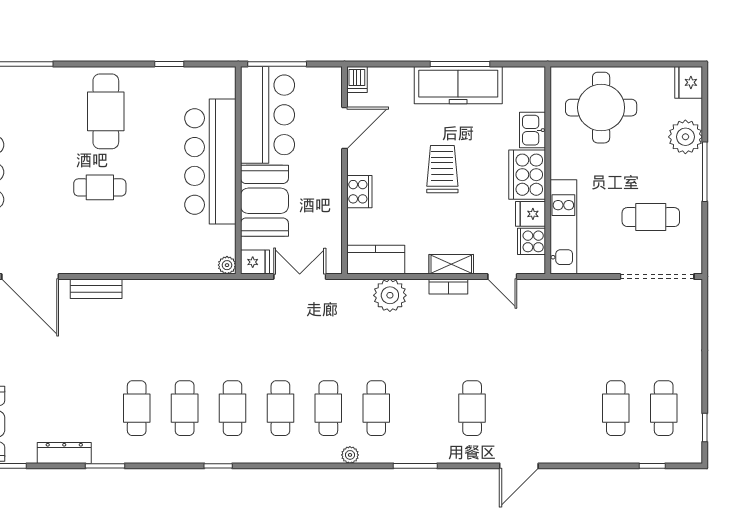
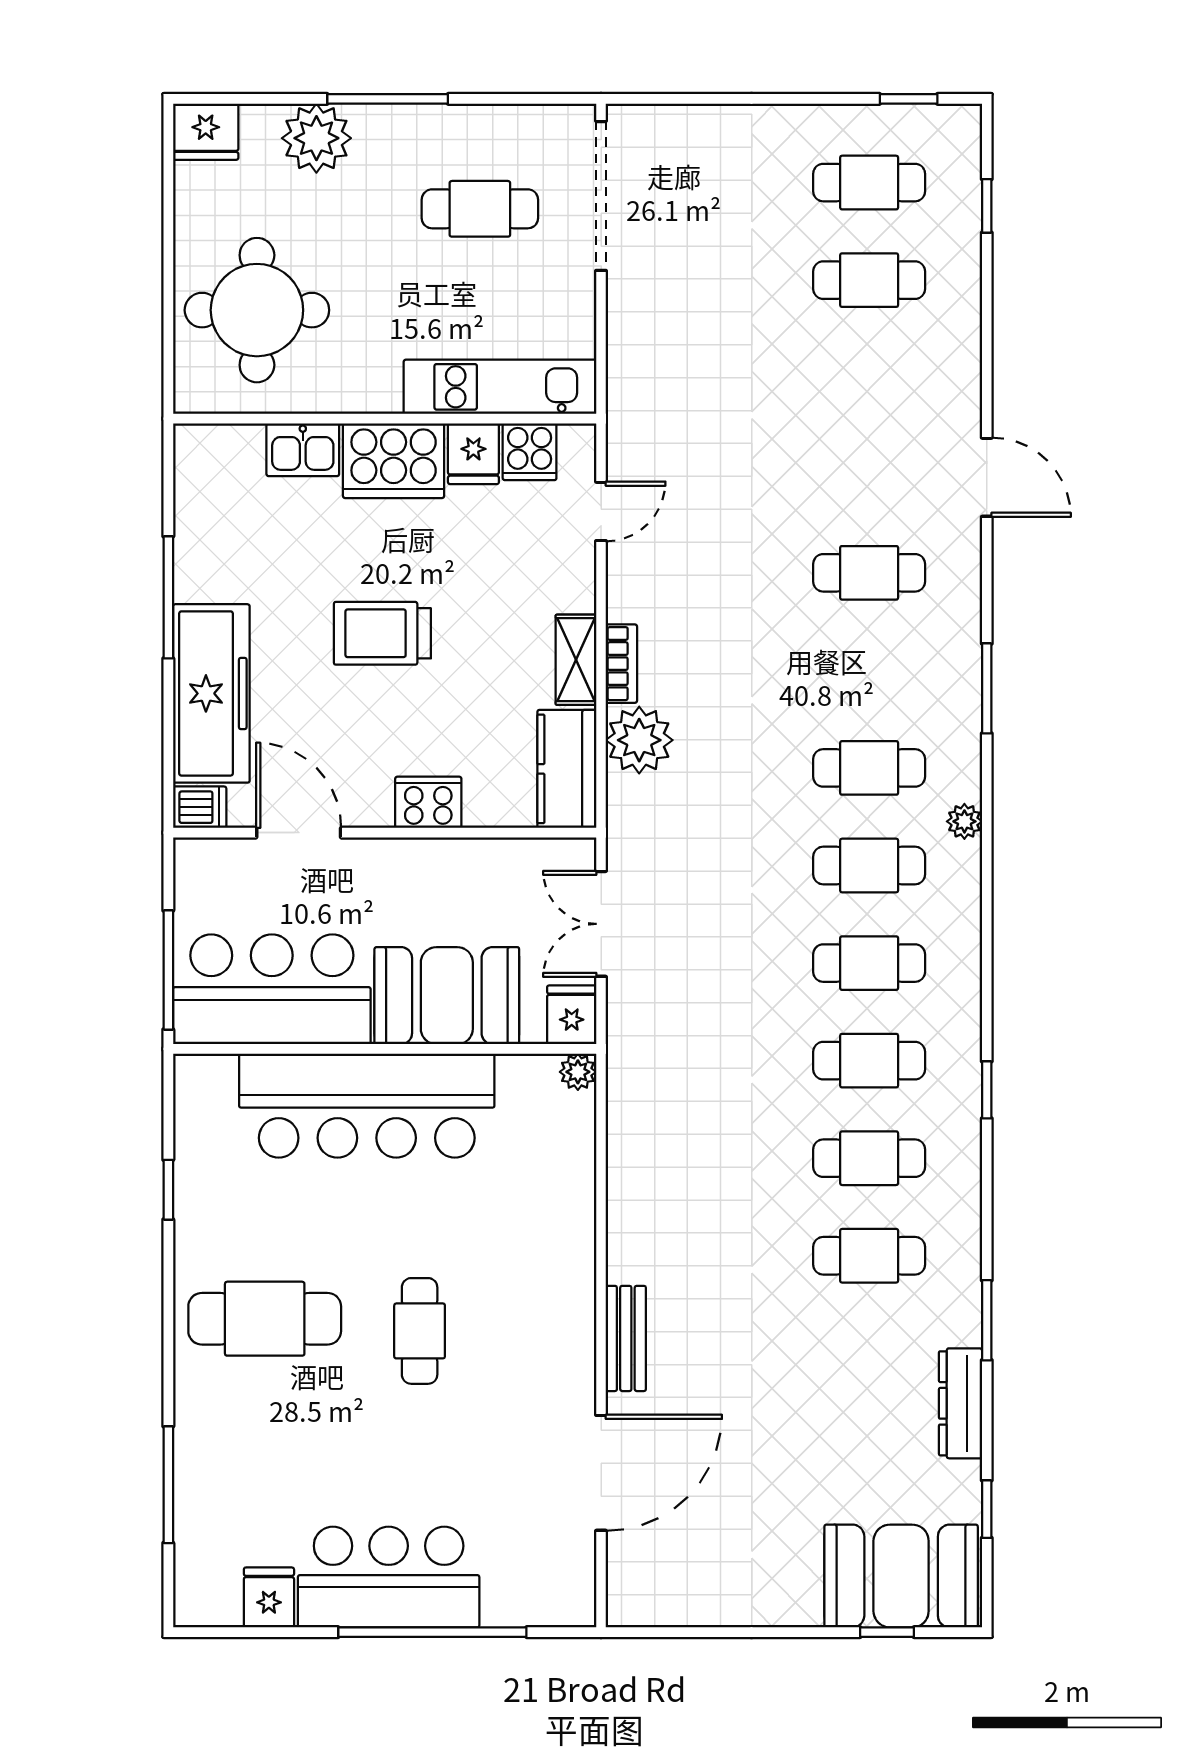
freezer: (458, 85) -> (211, 693), moved
cafe table: (651, 217) -> (480, 209), turned 90
shelving: (451, 264) -> (576, 660), moved
bookcase: (448, 287) -> (621, 664), moved

